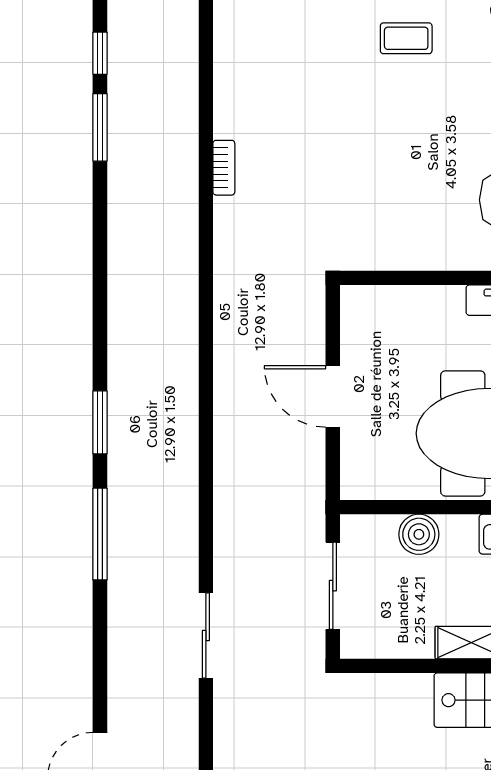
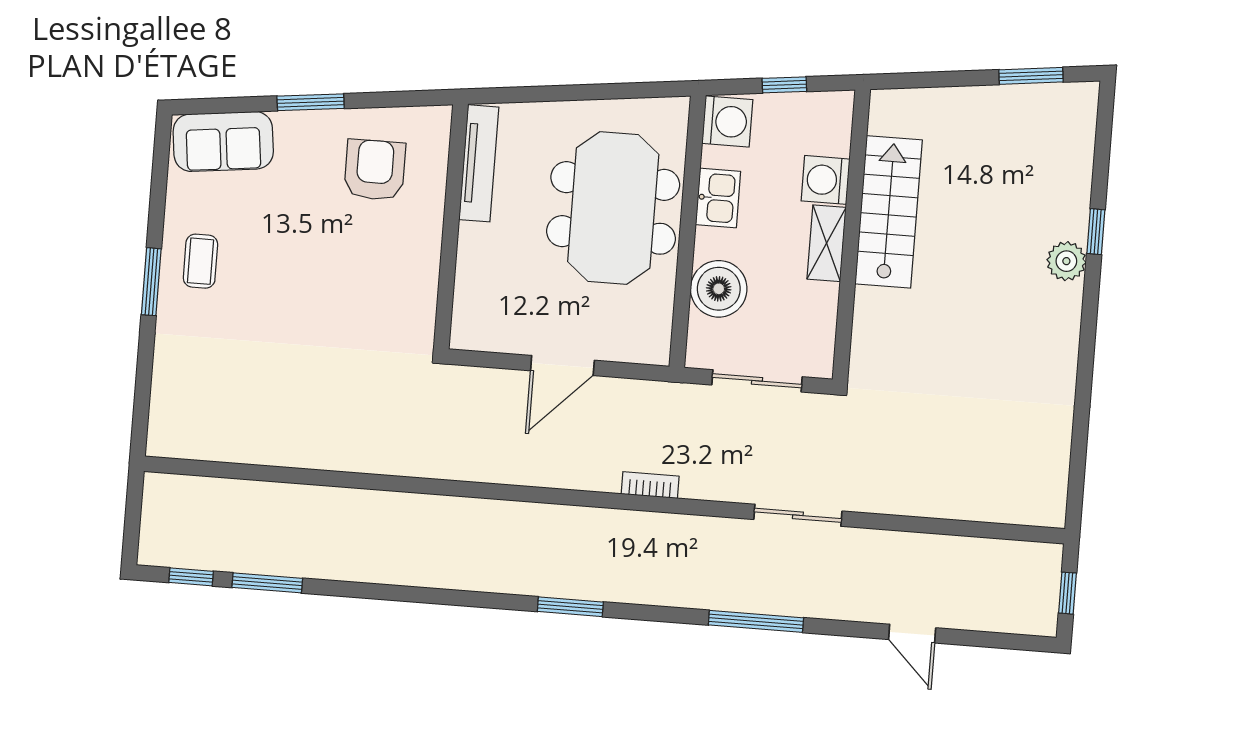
bookcase: (224, 168) -> (650, 485), moved
window: (100, 534) -> (756, 621), moved
boiler: (419, 534) -> (719, 289), width x1.37, depth x1.37

